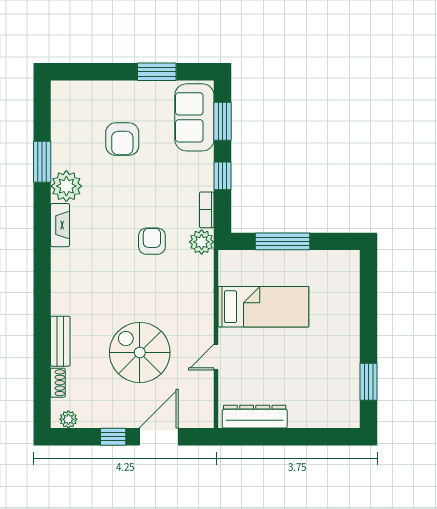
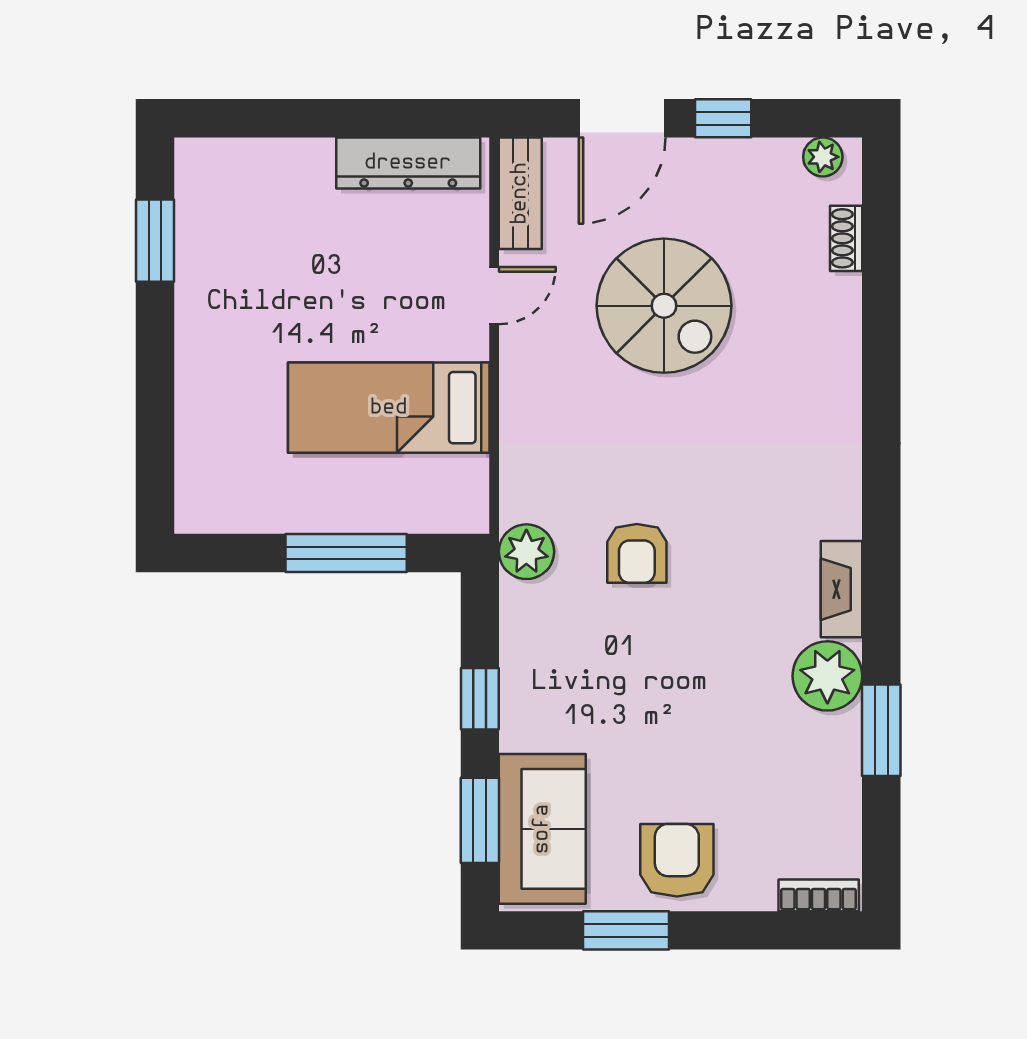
armchair: (122, 139) -> (677, 860), moved
bookcase: (207, 210) -> (819, 895), moved, turned -90
bench: (60, 341) -> (520, 193), moved

